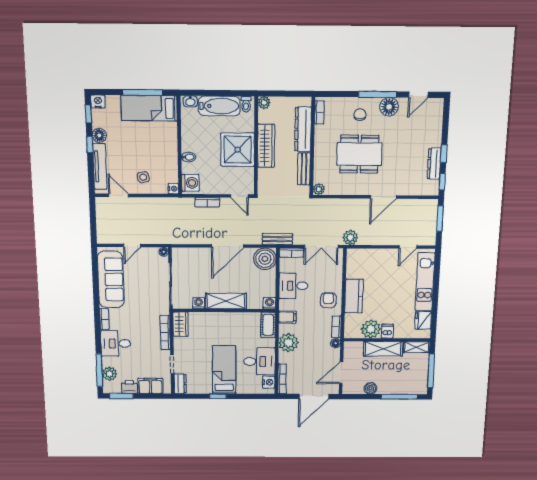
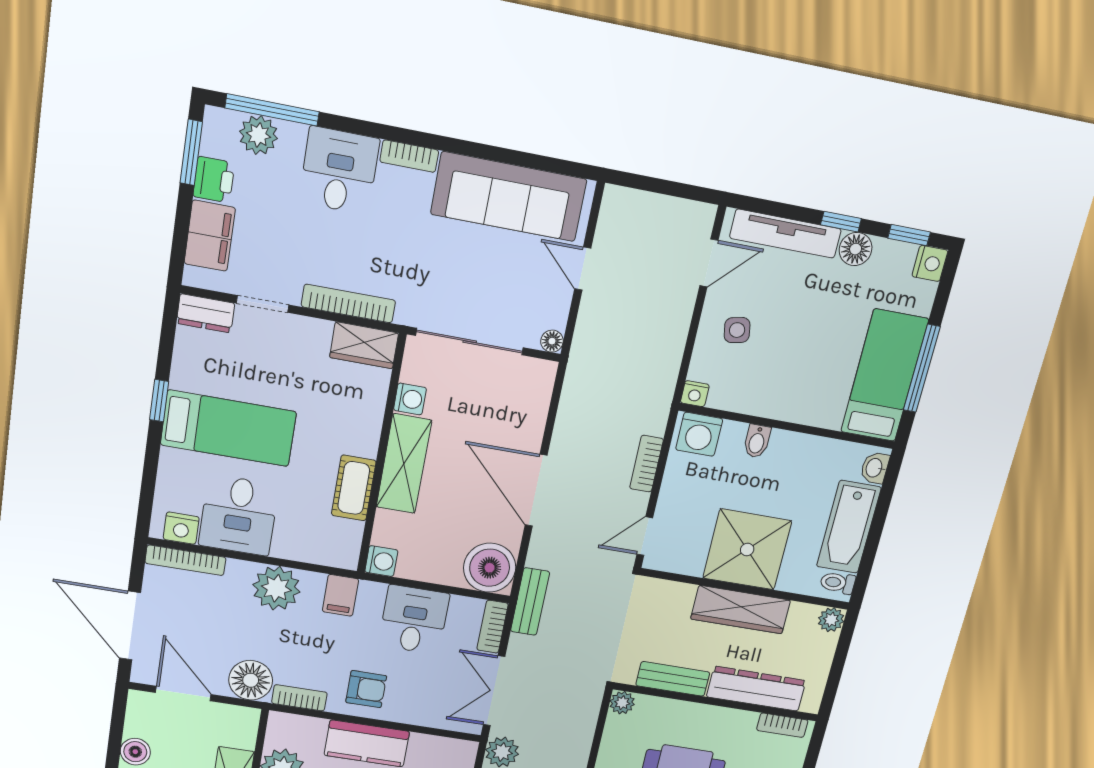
cot: (268, 325) -> (354, 488), moved, turned 90
floor lamp: (336, 343) -> (251, 680), width x1.89, depth x1.89

